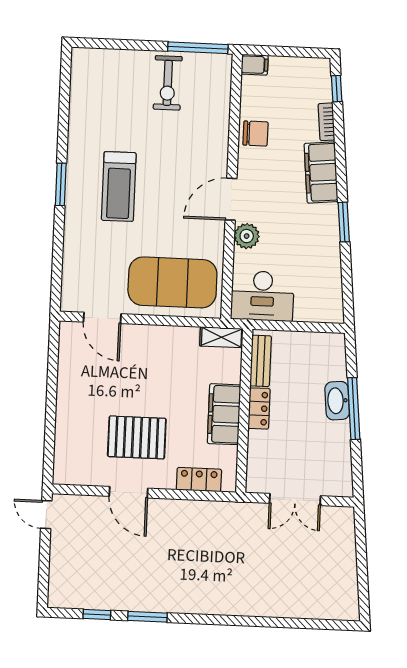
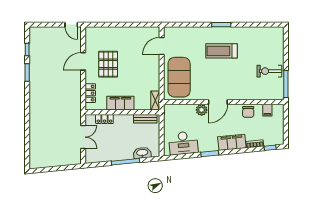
filing cabinet: (255, 65) -> (267, 110), moved
door: (231, 199) -> (218, 102), swing flipped
desk: (262, 296) -> (183, 143), moved, turned -96
washbasin: (337, 401) -> (142, 153), moved
locker: (259, 408) -> (104, 119), moved
double door: (295, 499) -> (83, 137), swing flipped
door: (46, 515) -> (71, 25), swing flipped

